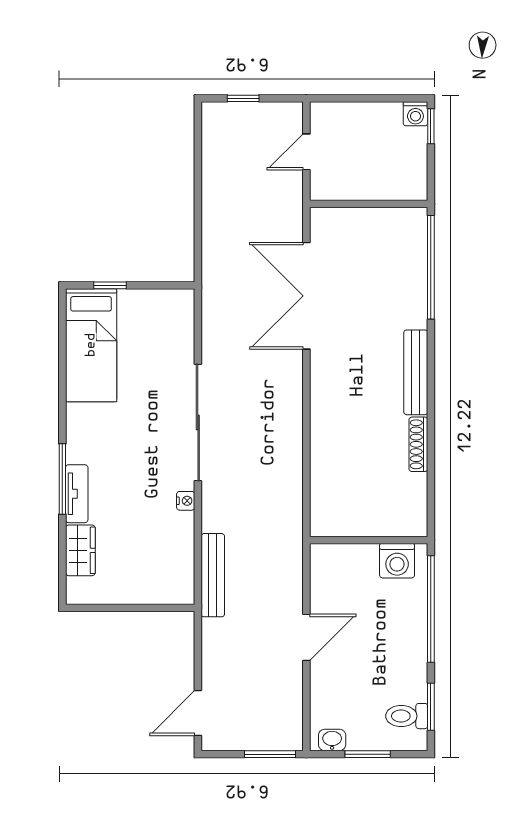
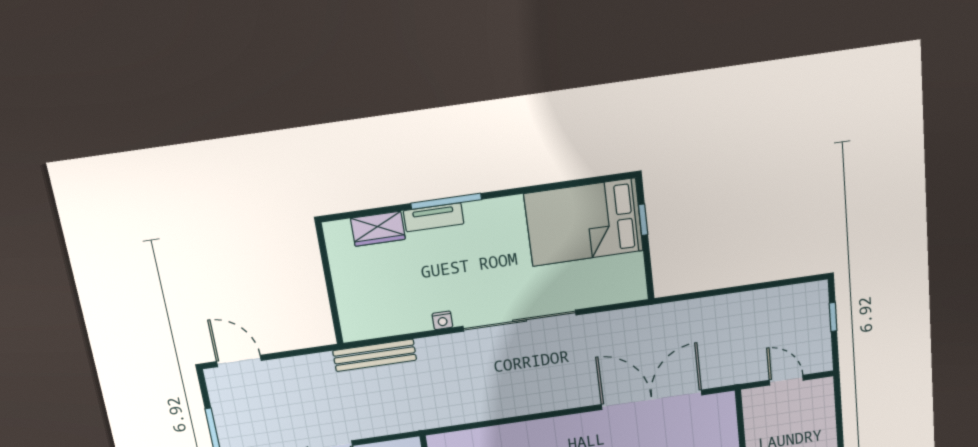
bed: (91, 345) -> (584, 222), width x1.50

